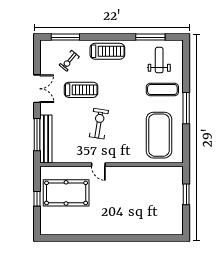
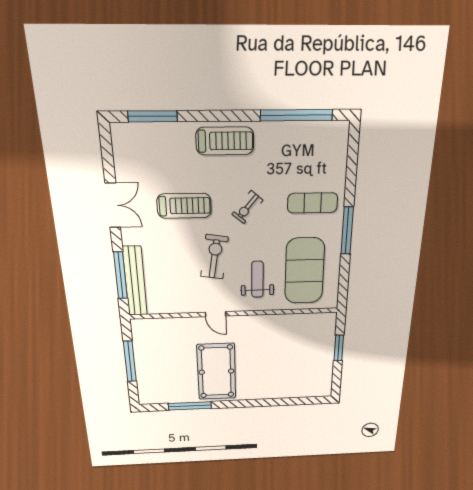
window: (150, 37) -> (296, 115), width x1.46
weight bench: (159, 60) -> (257, 279), moved
exercise bike: (69, 61) -> (247, 207), moved
pool table: (66, 193) -> (216, 372), moved, turned 90
window: (37, 199) -> (130, 361), width x2.17
window: (77, 238) -> (190, 406), added

